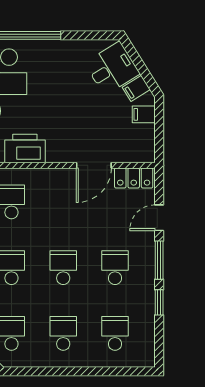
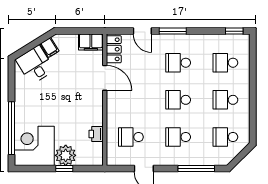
filing cabinet: (144, 114) -> (91, 42), moved, width x2.00
printer: (25, 149) -> (96, 134), width x0.53, depth x0.68
window: (159, 302) -> (234, 31), moved

